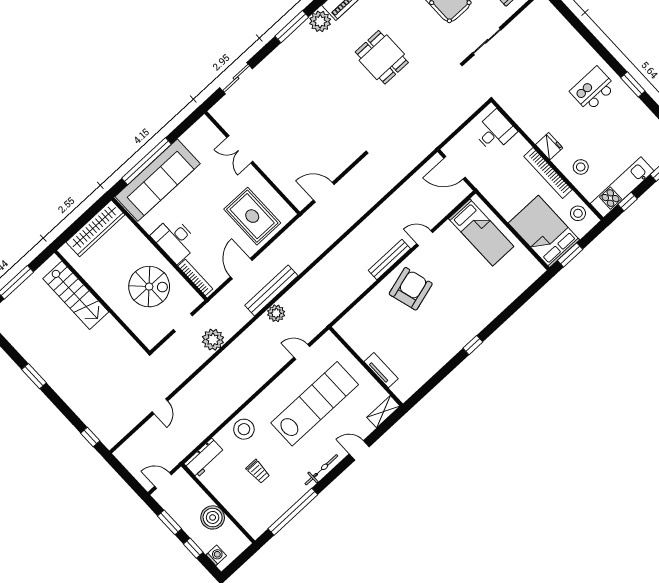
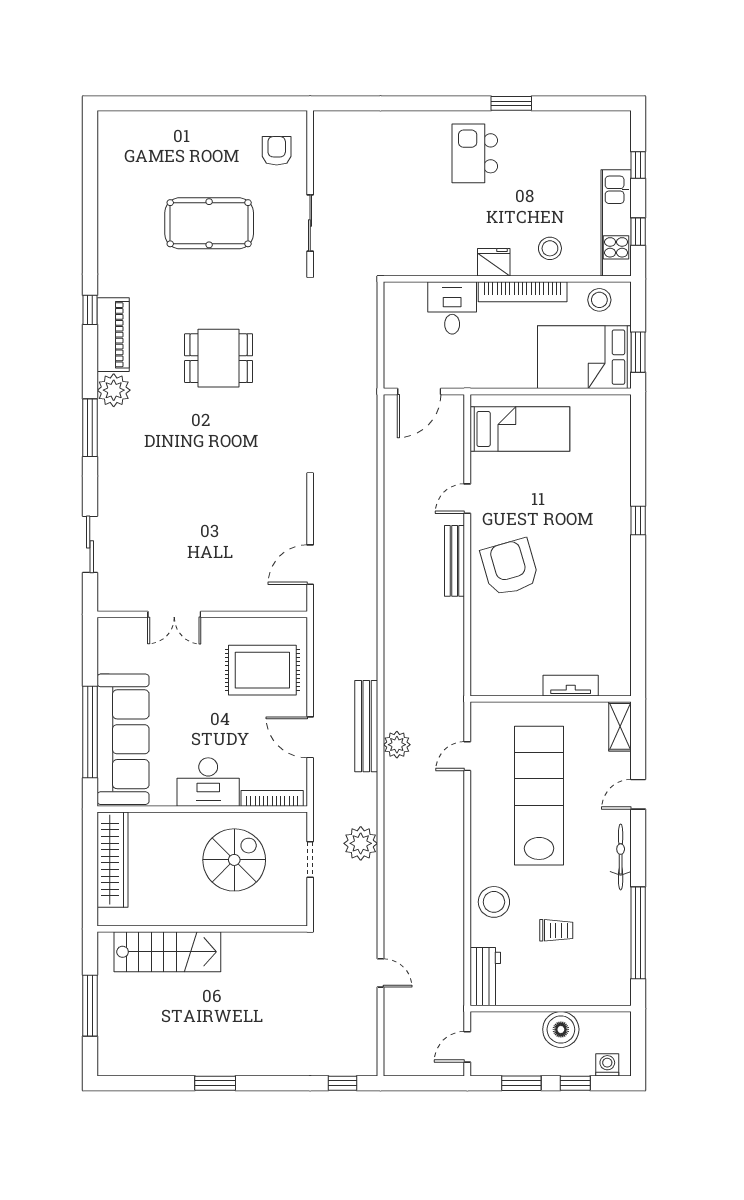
desk: (495, 131) -> (452, 308), moved
window: (473, 345) -> (638, 520), moved

